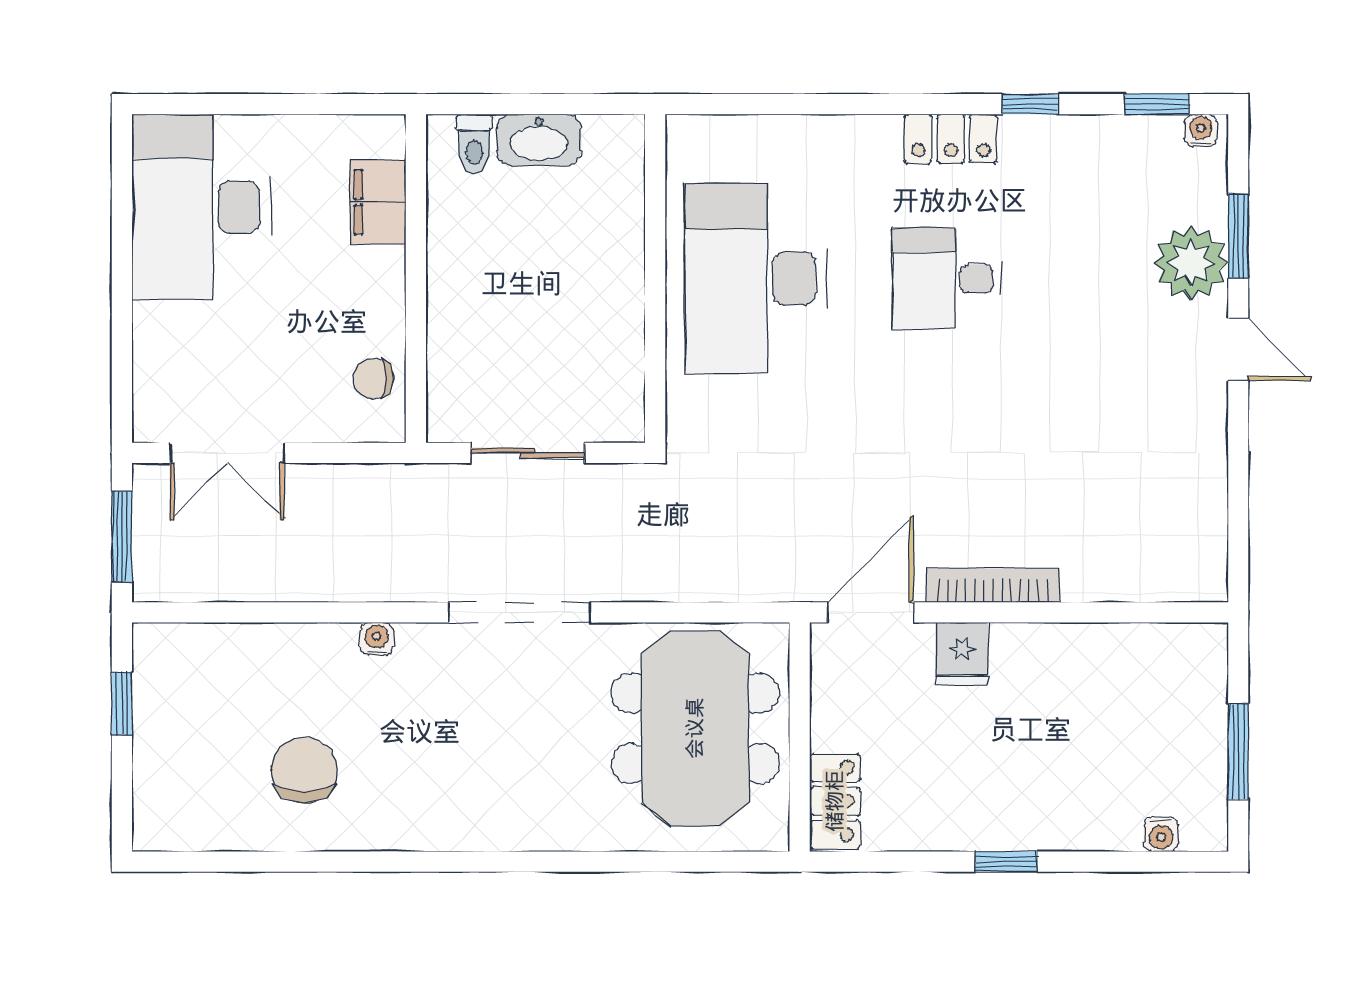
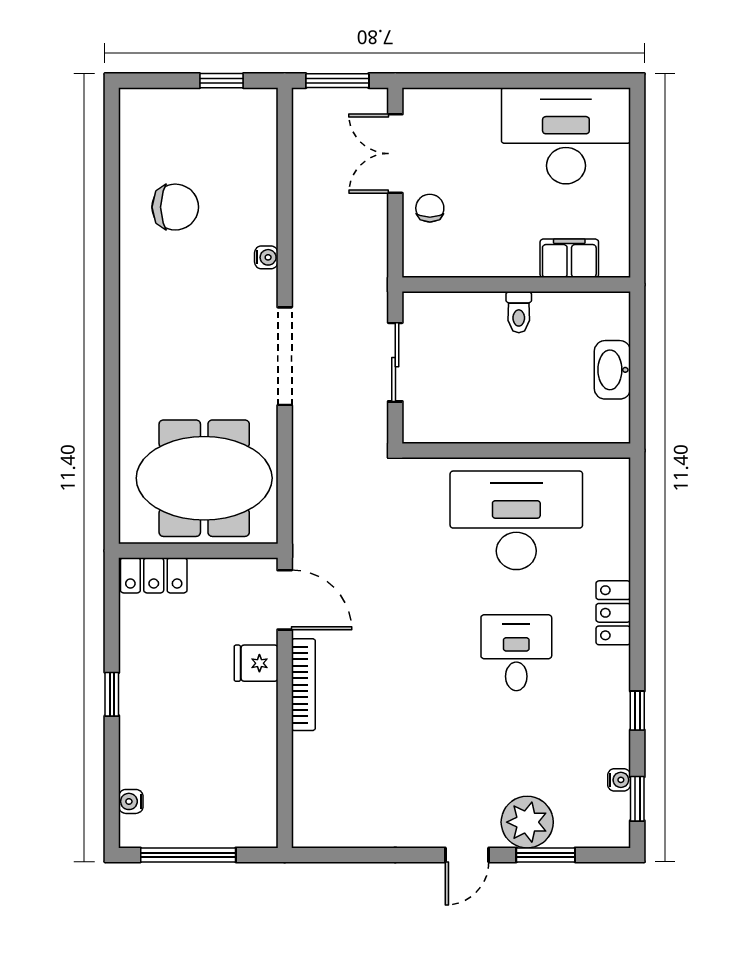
water cooler: (1201, 130) -> (619, 780), moved
locker: (951, 139) -> (613, 613), moved
toilet: (474, 144) -> (519, 312), moved, turned -90
chair: (373, 379) -> (430, 208), moved
window: (1238, 752) -> (188, 855), width x1.44

